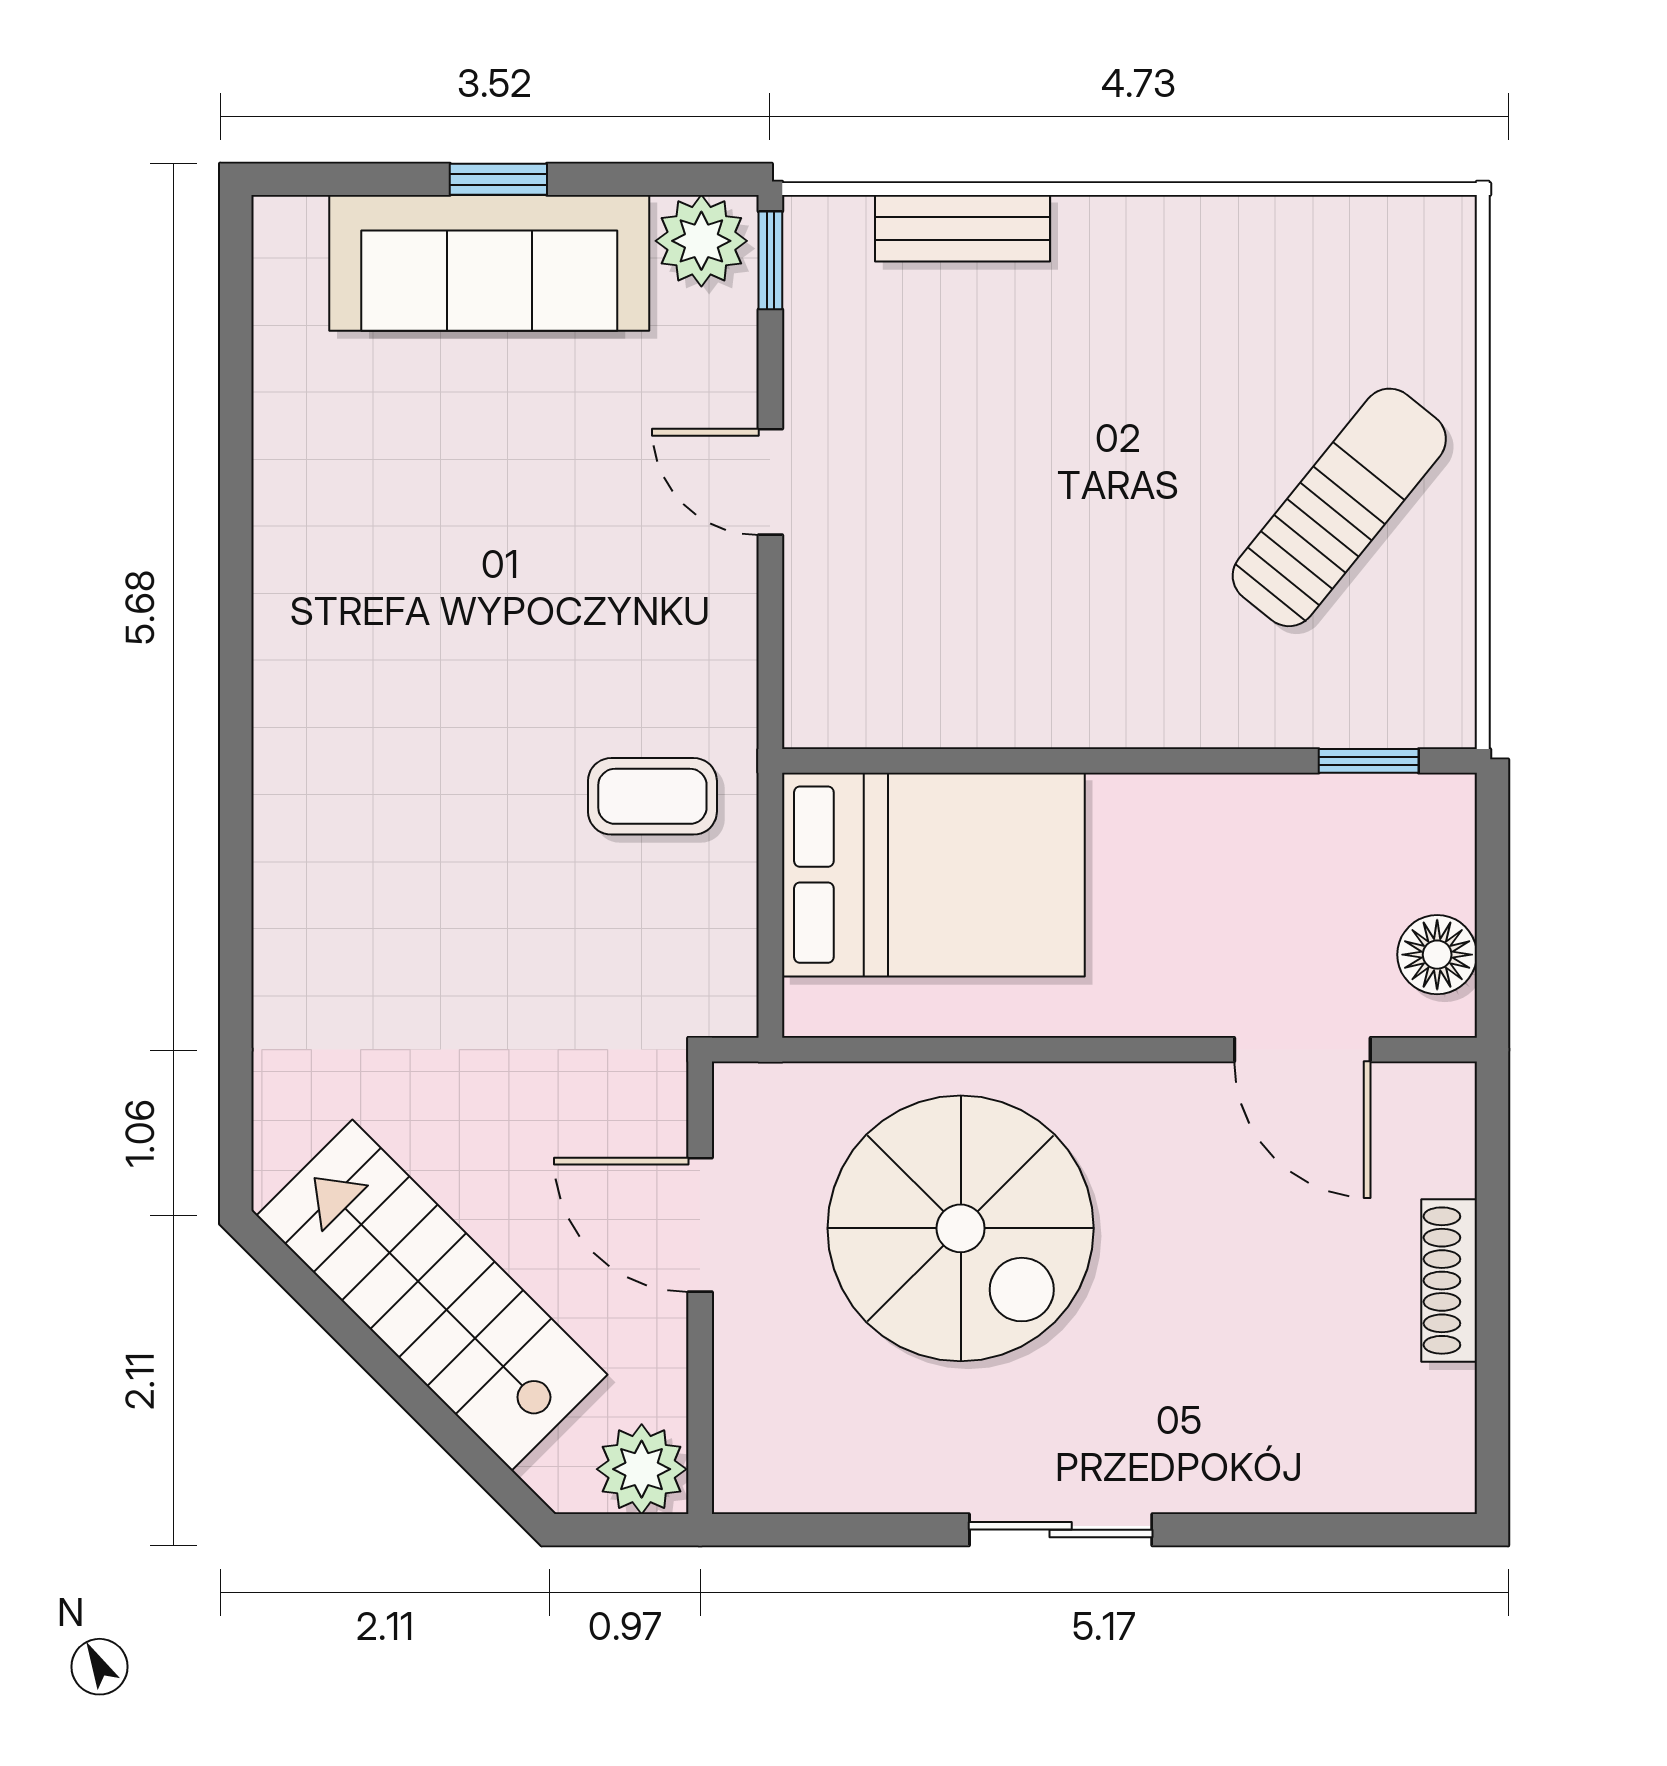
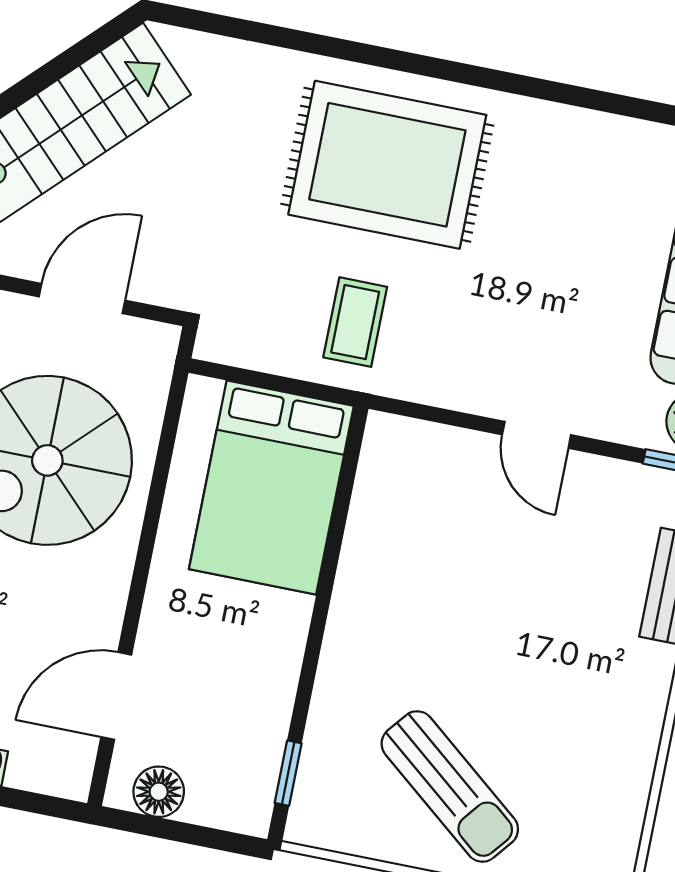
door: (770, 482) -> (537, 435), swing flipped
rug: (400, 795) -> (387, 165), added

